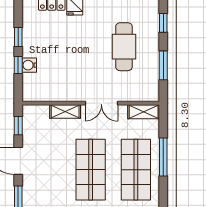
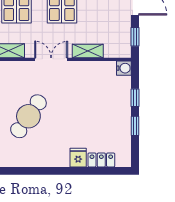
cafe table: (124, 47) -> (28, 116), turned 35
water cooler: (29, 65) -> (124, 68), moved

